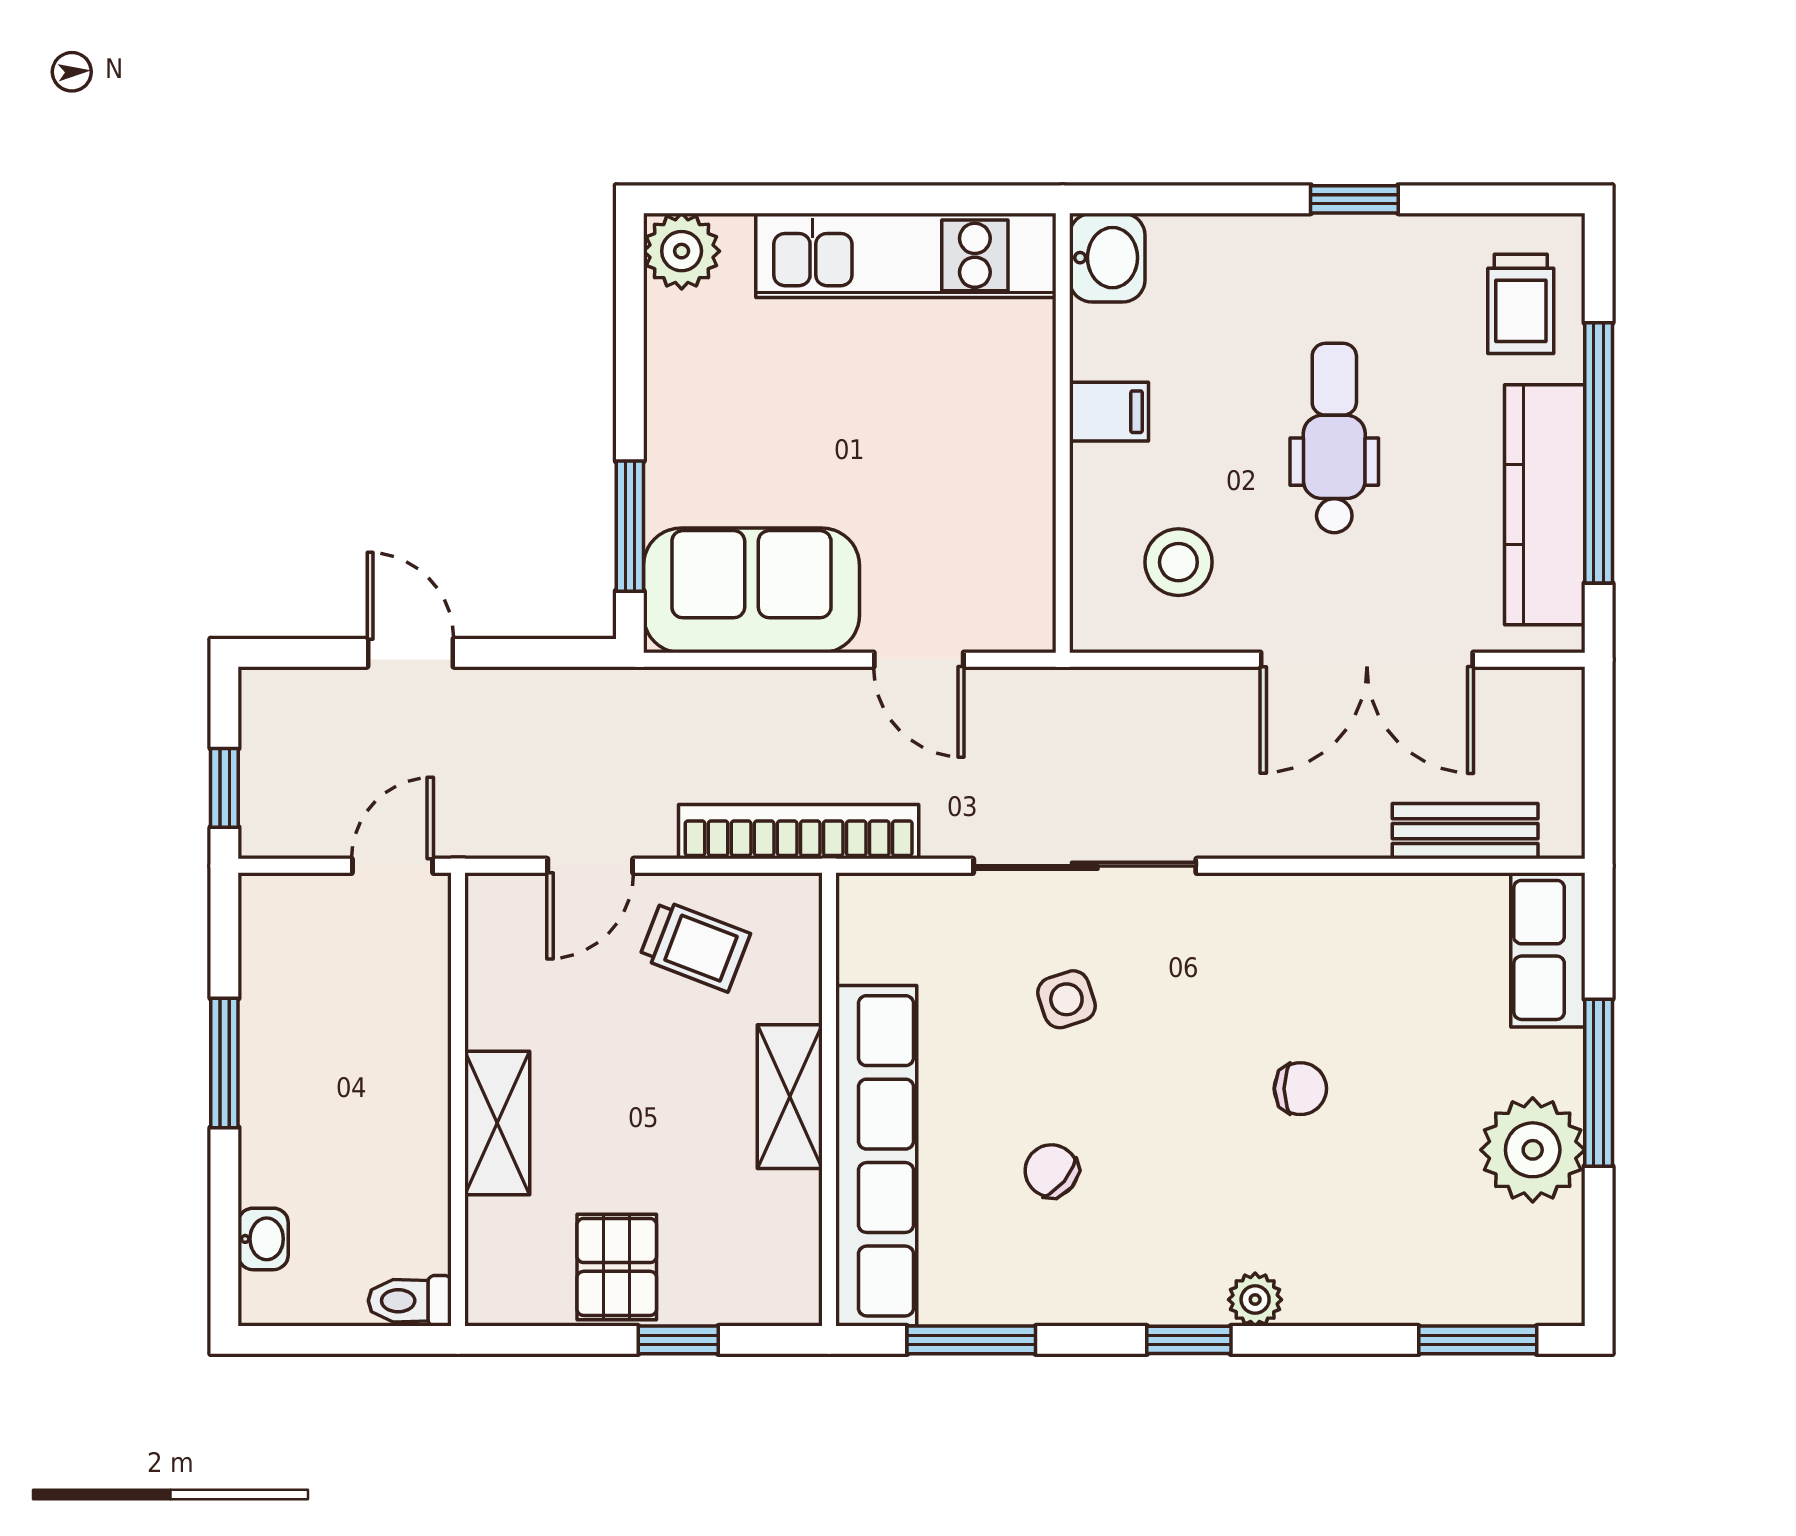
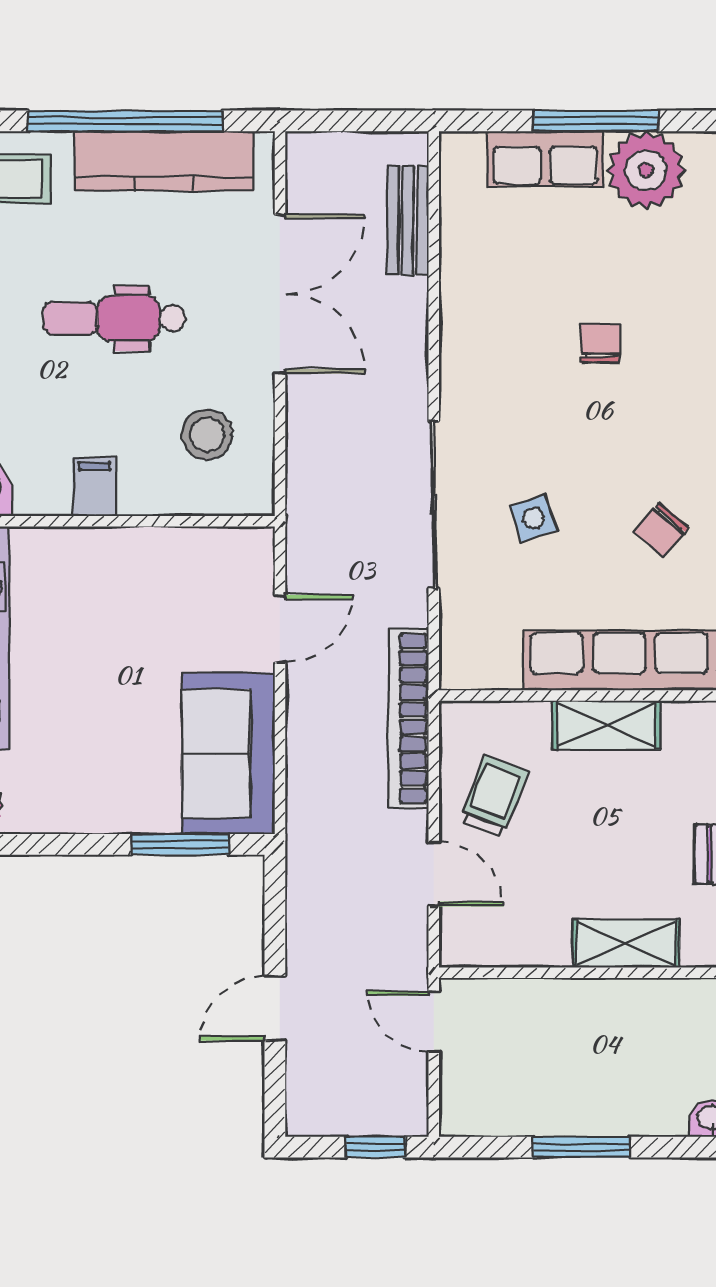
row of seats: (1548, 950) -> (545, 159), moved

